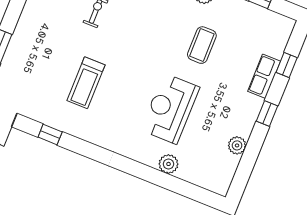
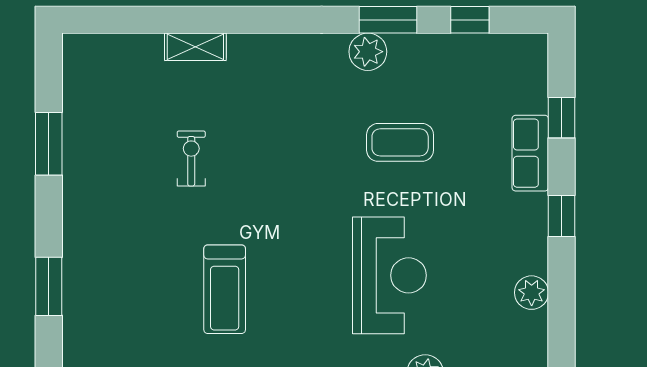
coffee table: (202, 45) -> (400, 142), turned 90
reception desk: (170, 109) -> (389, 275), turned 180

